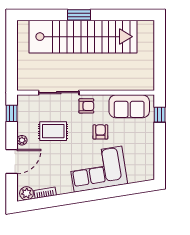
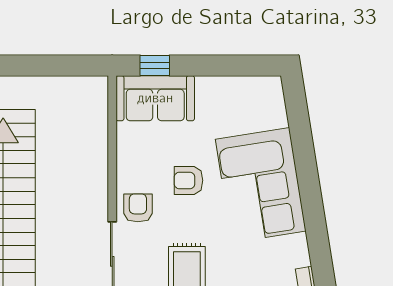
sofa: (129, 106) -> (155, 98), moved, turned 90

